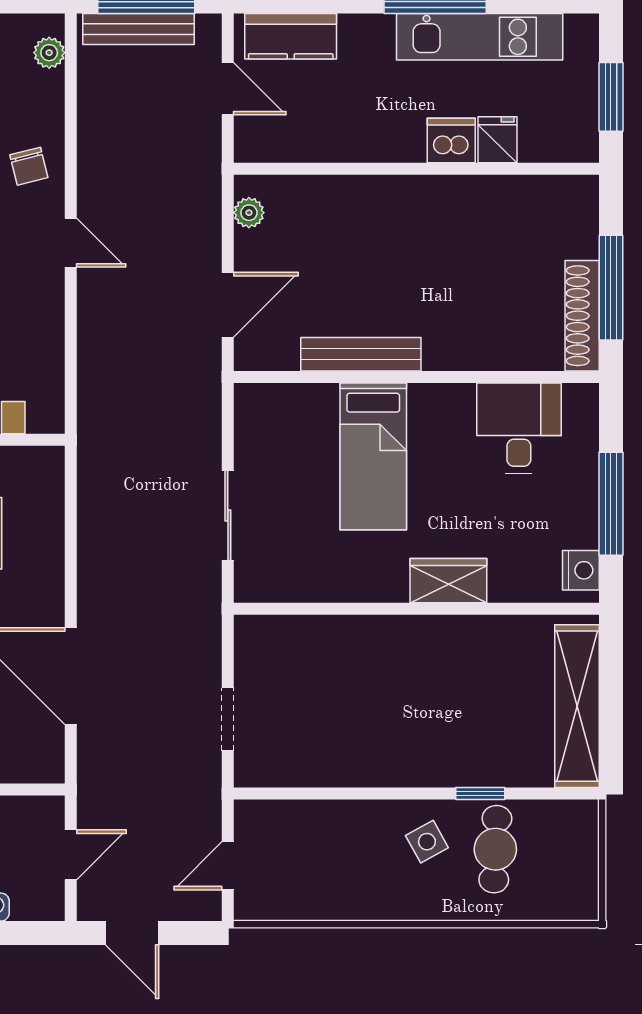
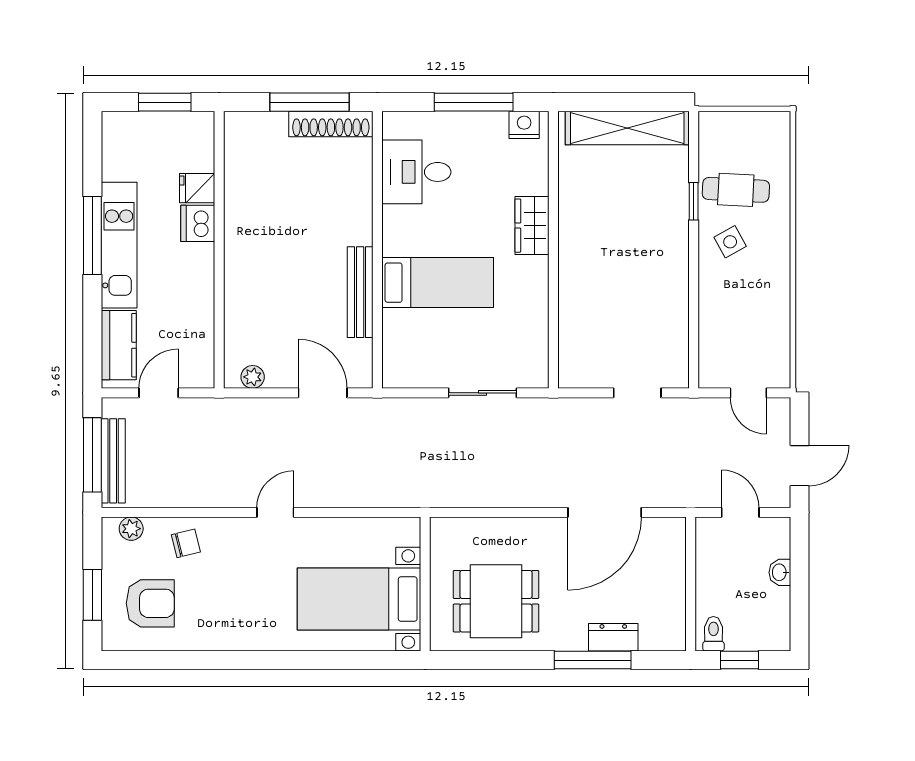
kitchen unit: (480, 37) -> (119, 245), moved
chair: (29, 166) -> (186, 543), moved

